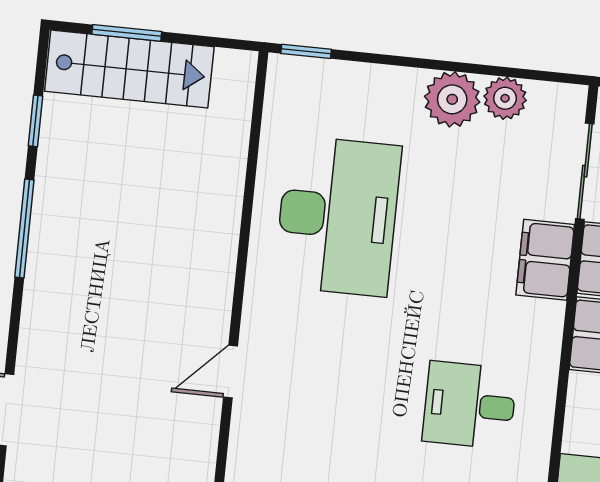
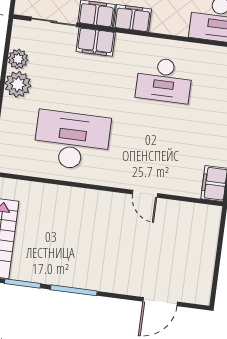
window: (35, 121) -> (23, 284), width x1.50
desk: (470, 405) -> (164, 80), width x1.37

